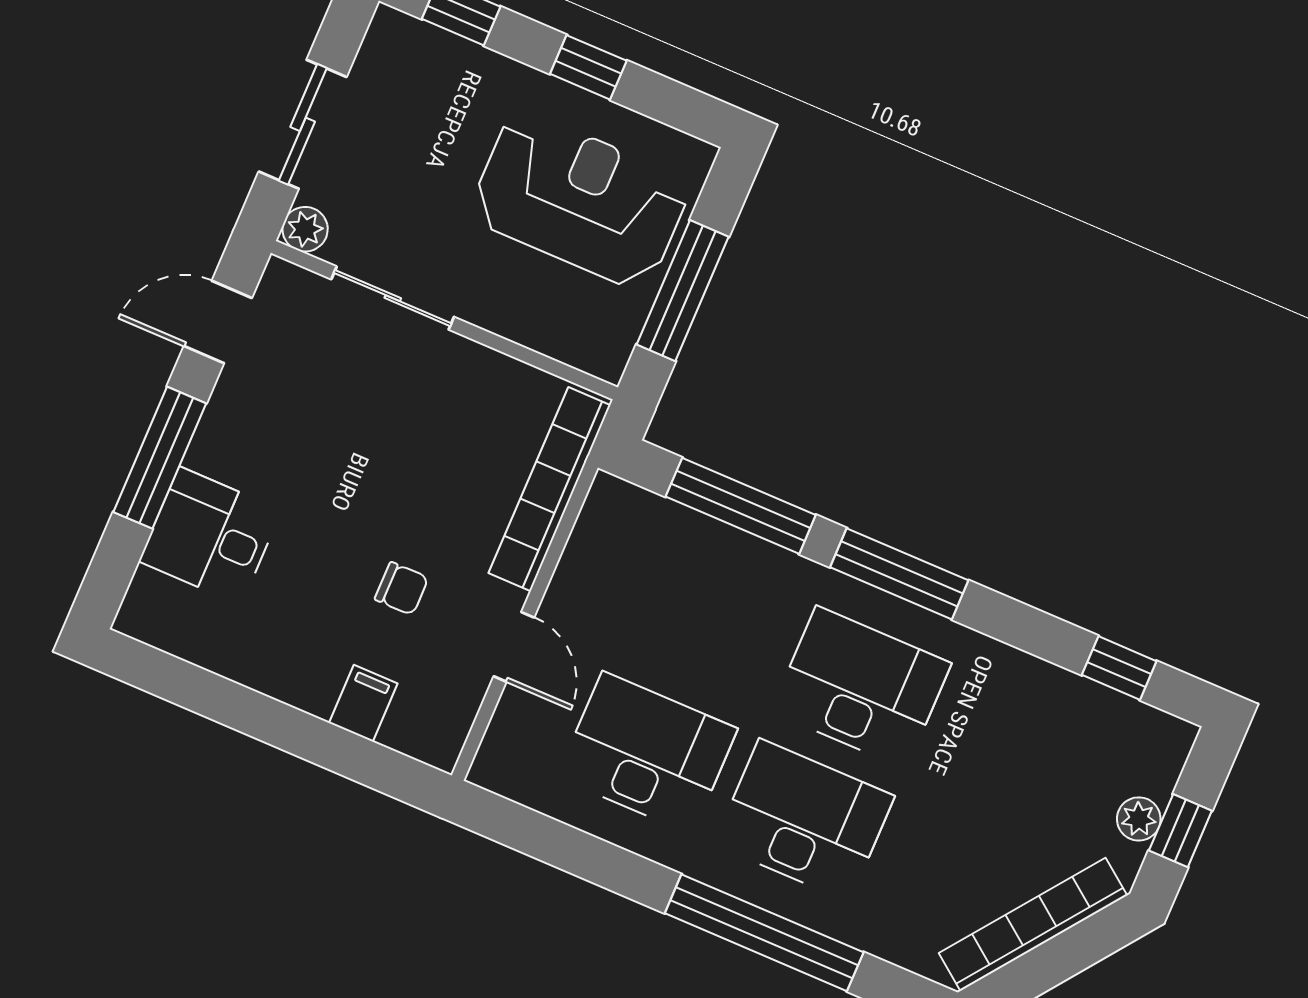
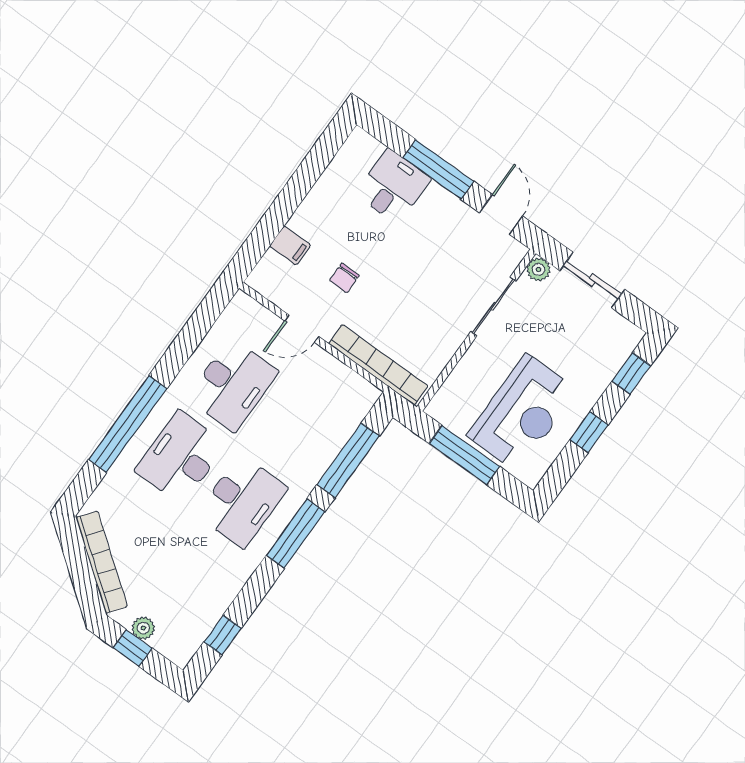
desk: (804, 820) -> (181, 457), turned 180

